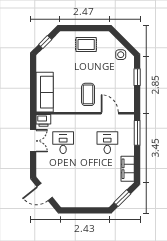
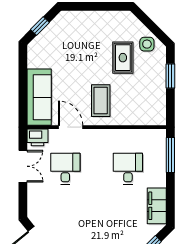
rug: (86, 44) -> (123, 58), moved, turned 90
door: (110, 113) -> (71, 127), moved

